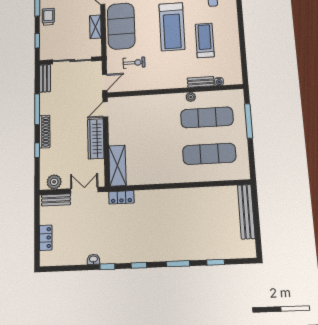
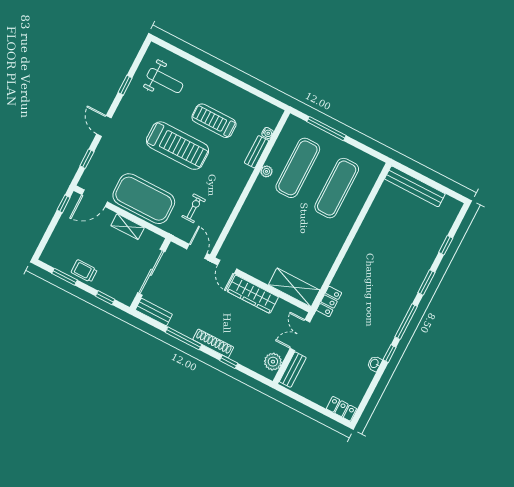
locker: (46, 238) -> (341, 409), moved
window: (139, 265) -> (406, 322), width x2.17

